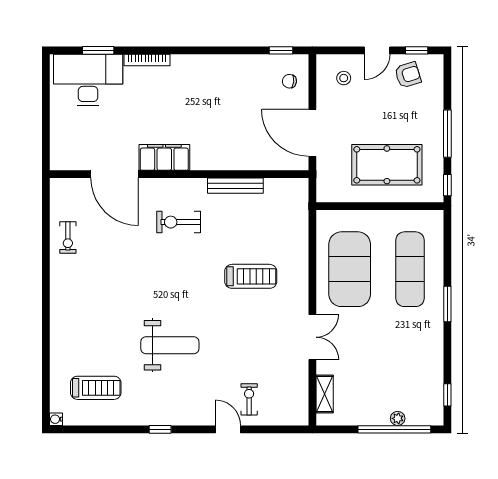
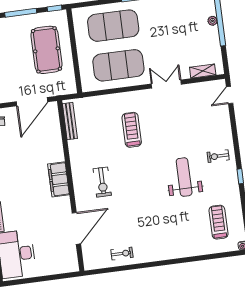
filing cabinet: (164, 157) -> (59, 179), moved
bench: (235, 186) -> (70, 121), moved
exercise mat: (410, 269) -> (113, 26), width x1.47
exercise bike: (249, 399) -> (218, 156), moved
door: (228, 429) -> (230, 95), moved

